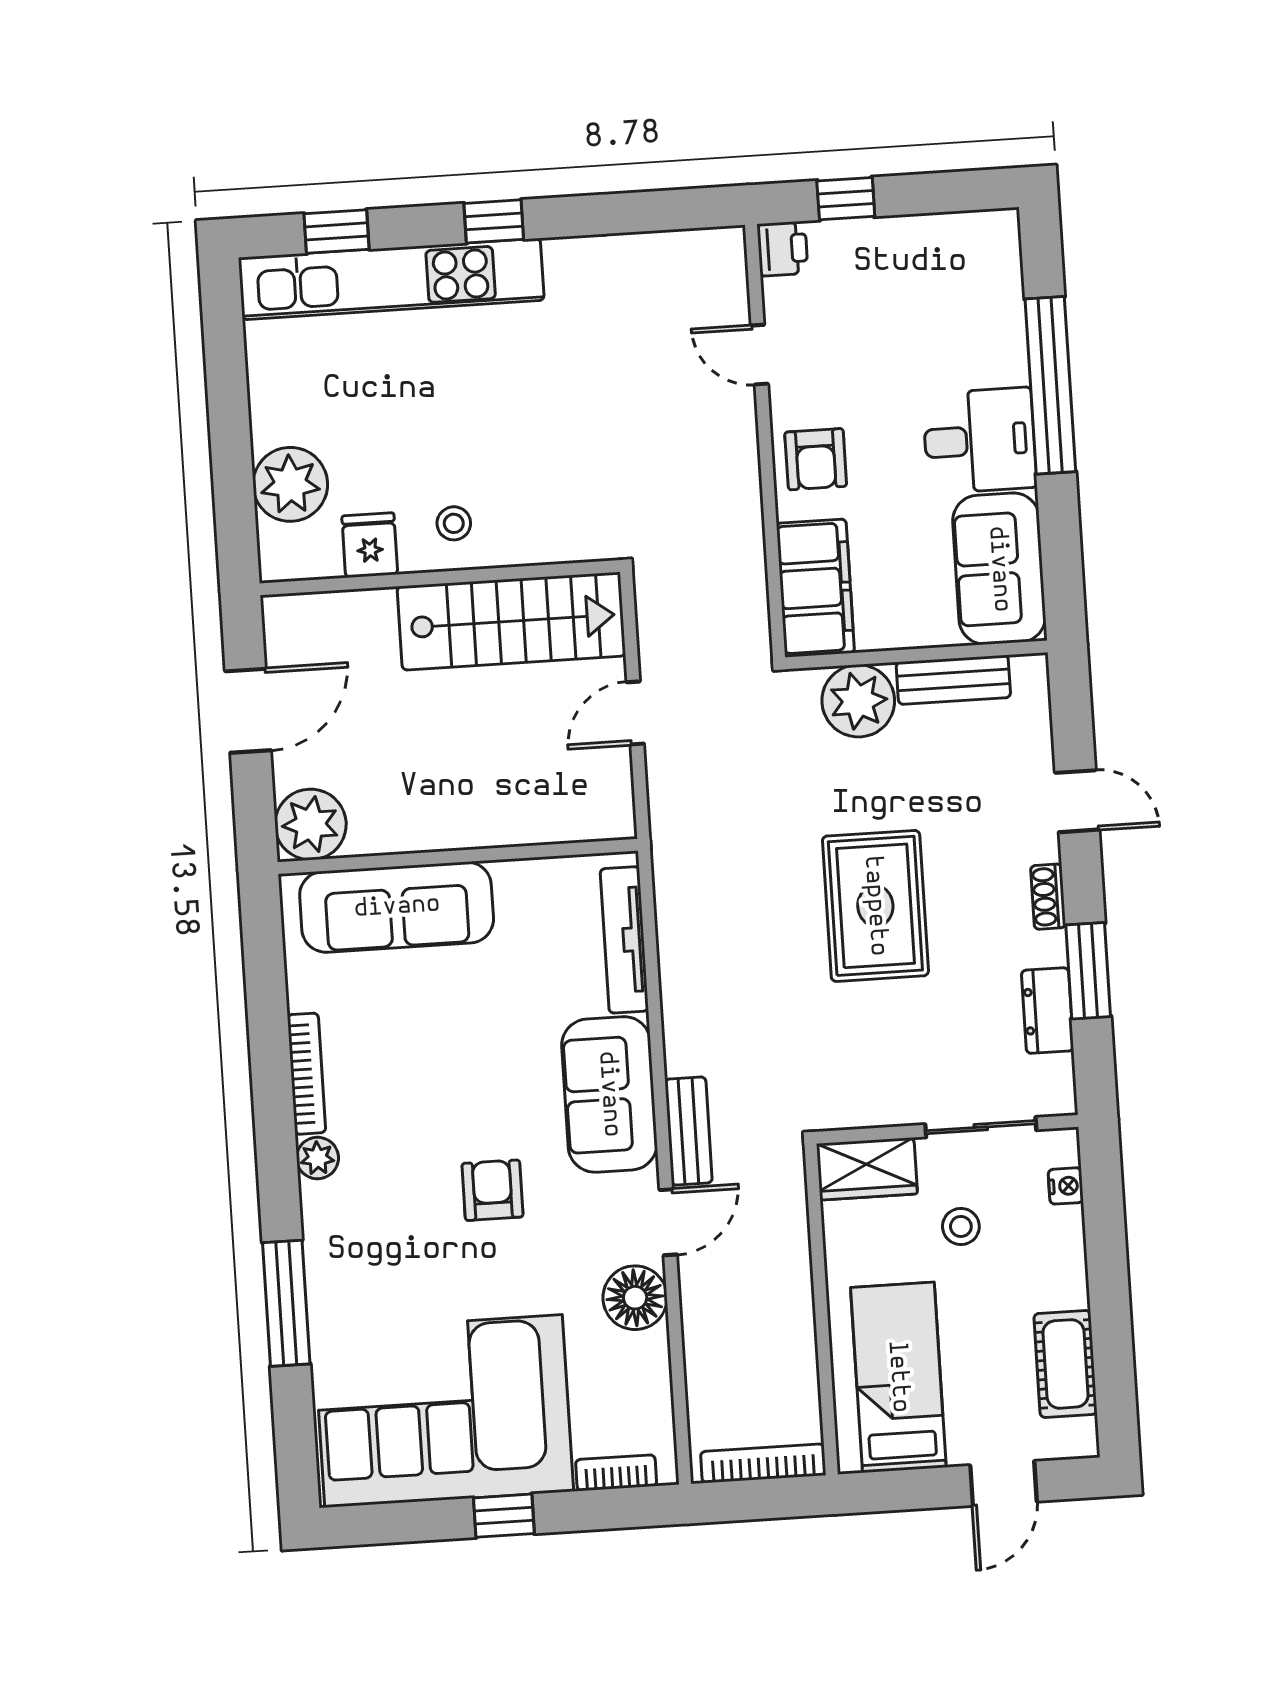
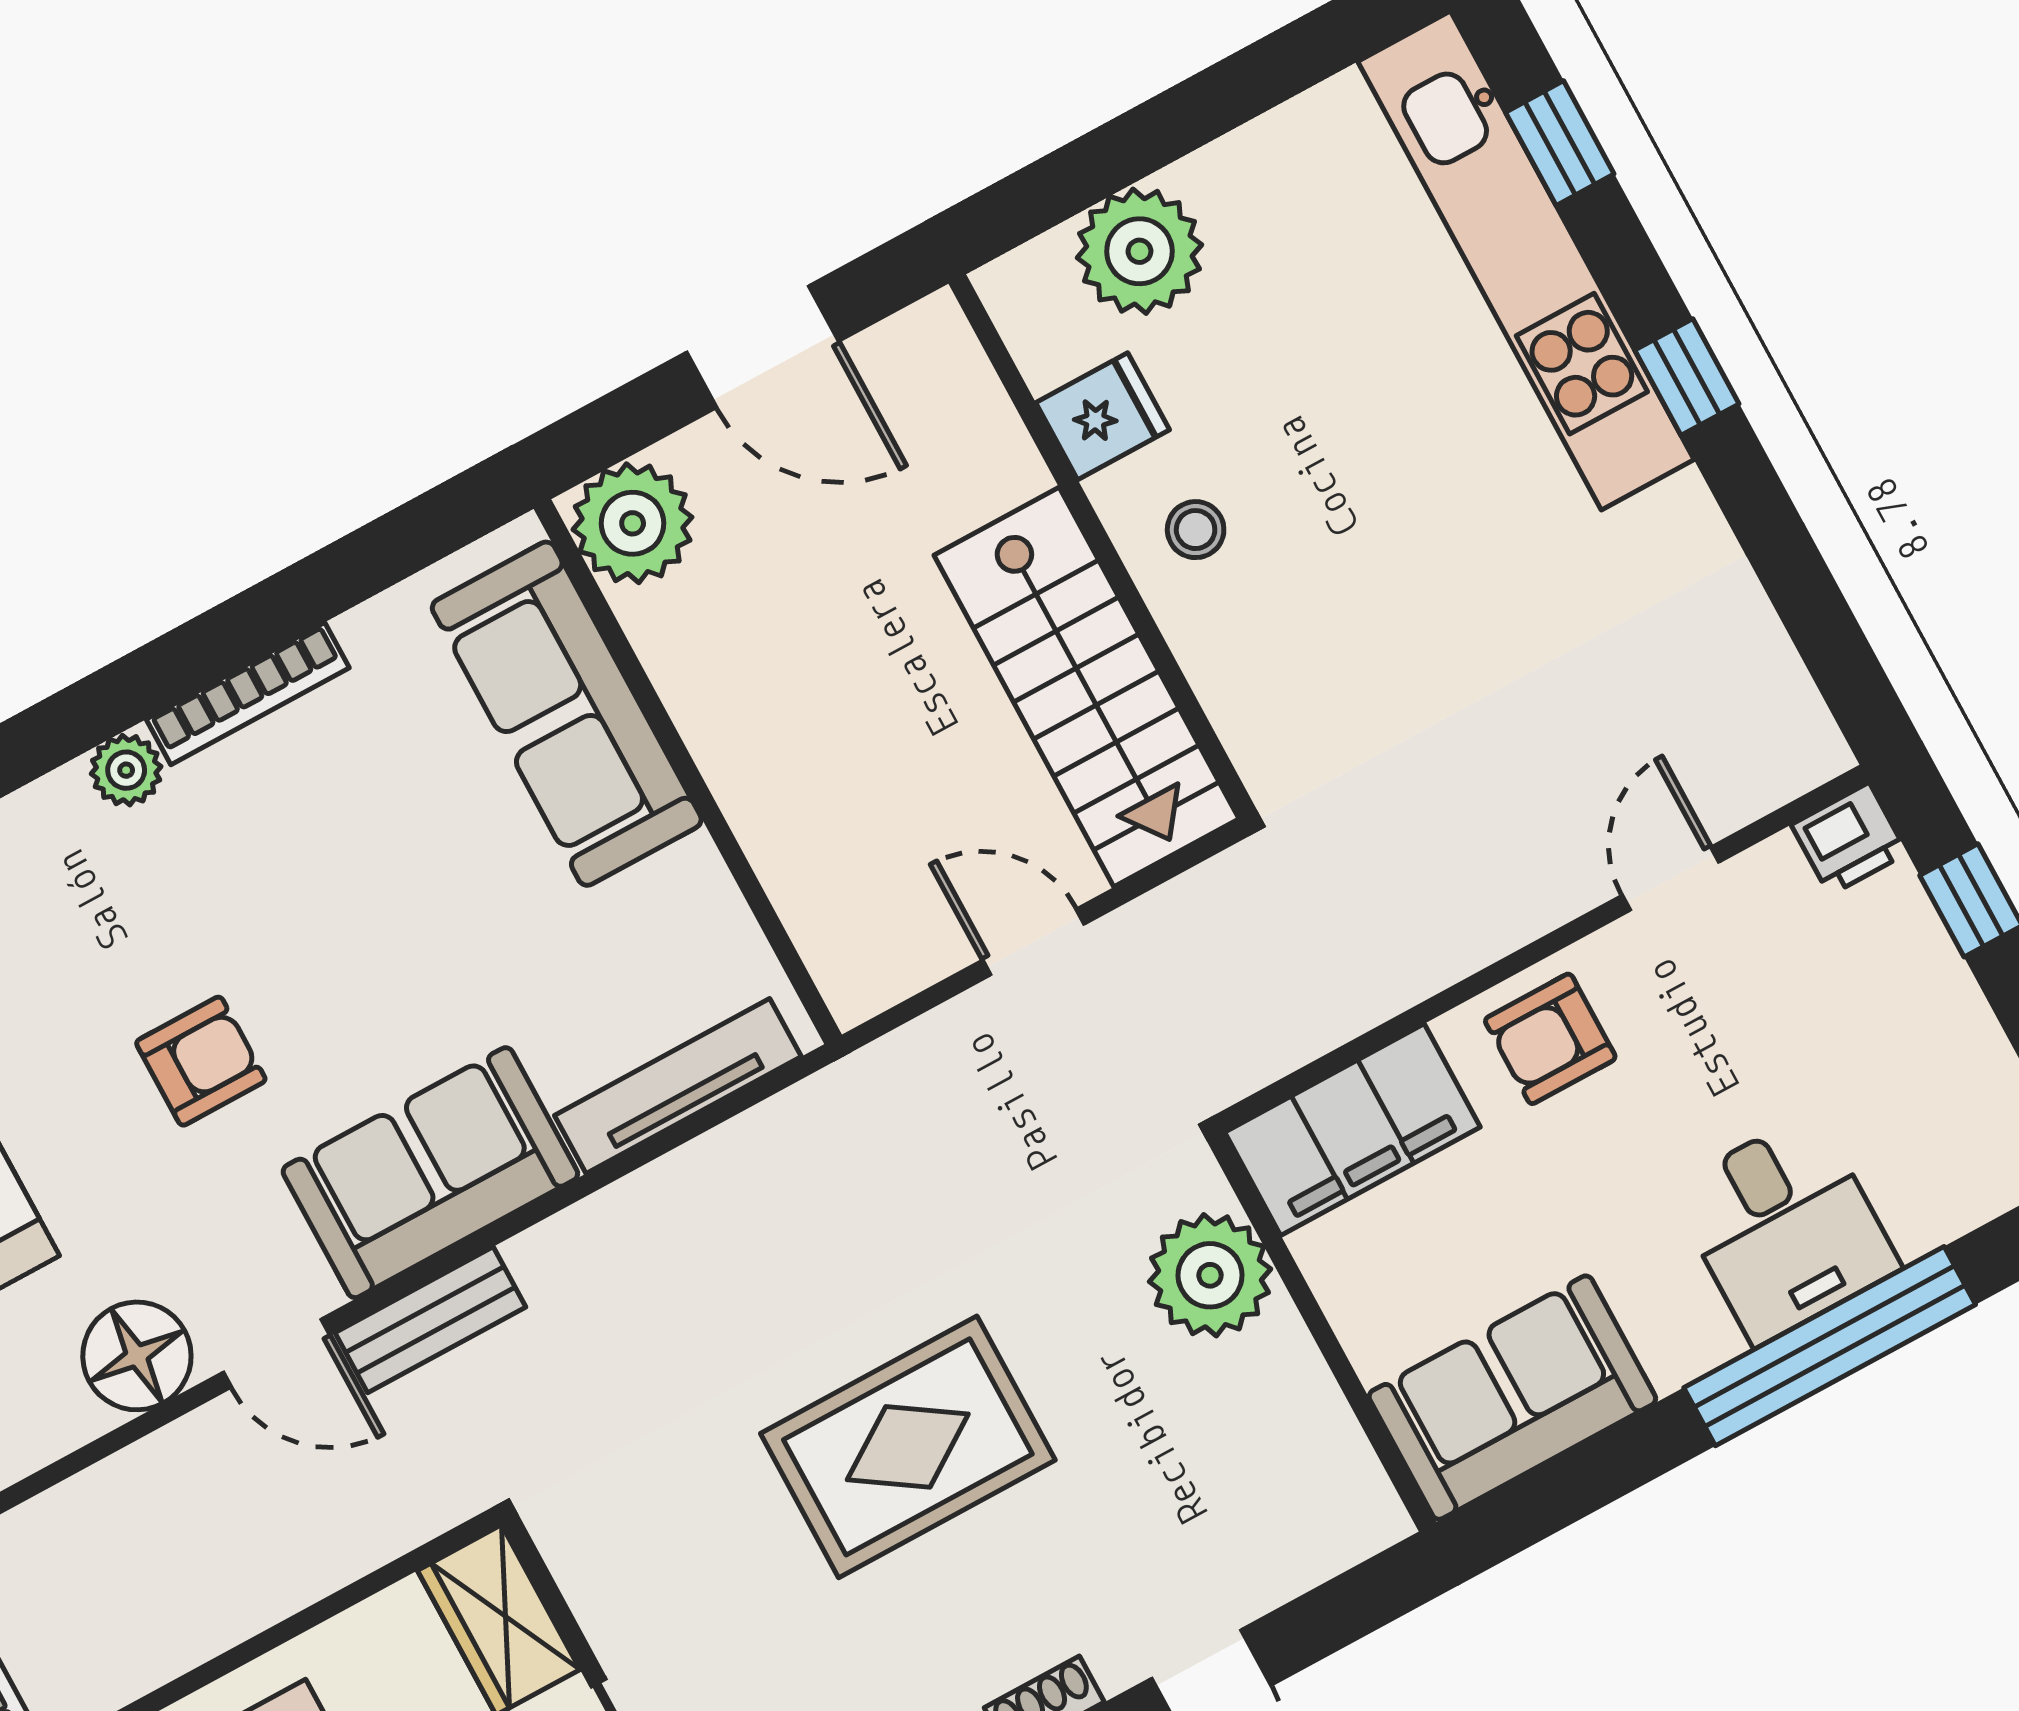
desk: (980, 440) -> (1785, 1228), moved
bench: (953, 680) -> (1310, 1406), removed

